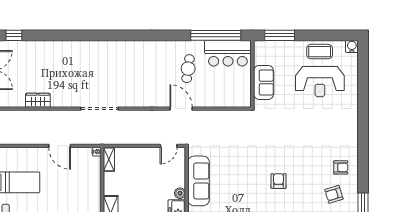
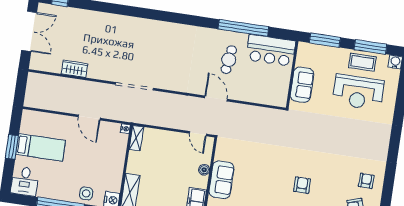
window: (216, 35) -> (243, 28), moved
window: (325, 35) -> (371, 47), added
door: (169, 146) -> (198, 134), hinge flipped
armchair: (341, 167) -> (366, 181), turned -89
sofa: (199, 181) -> (221, 180), width x0.73
boiler: (180, 193) -> (204, 170), moved

